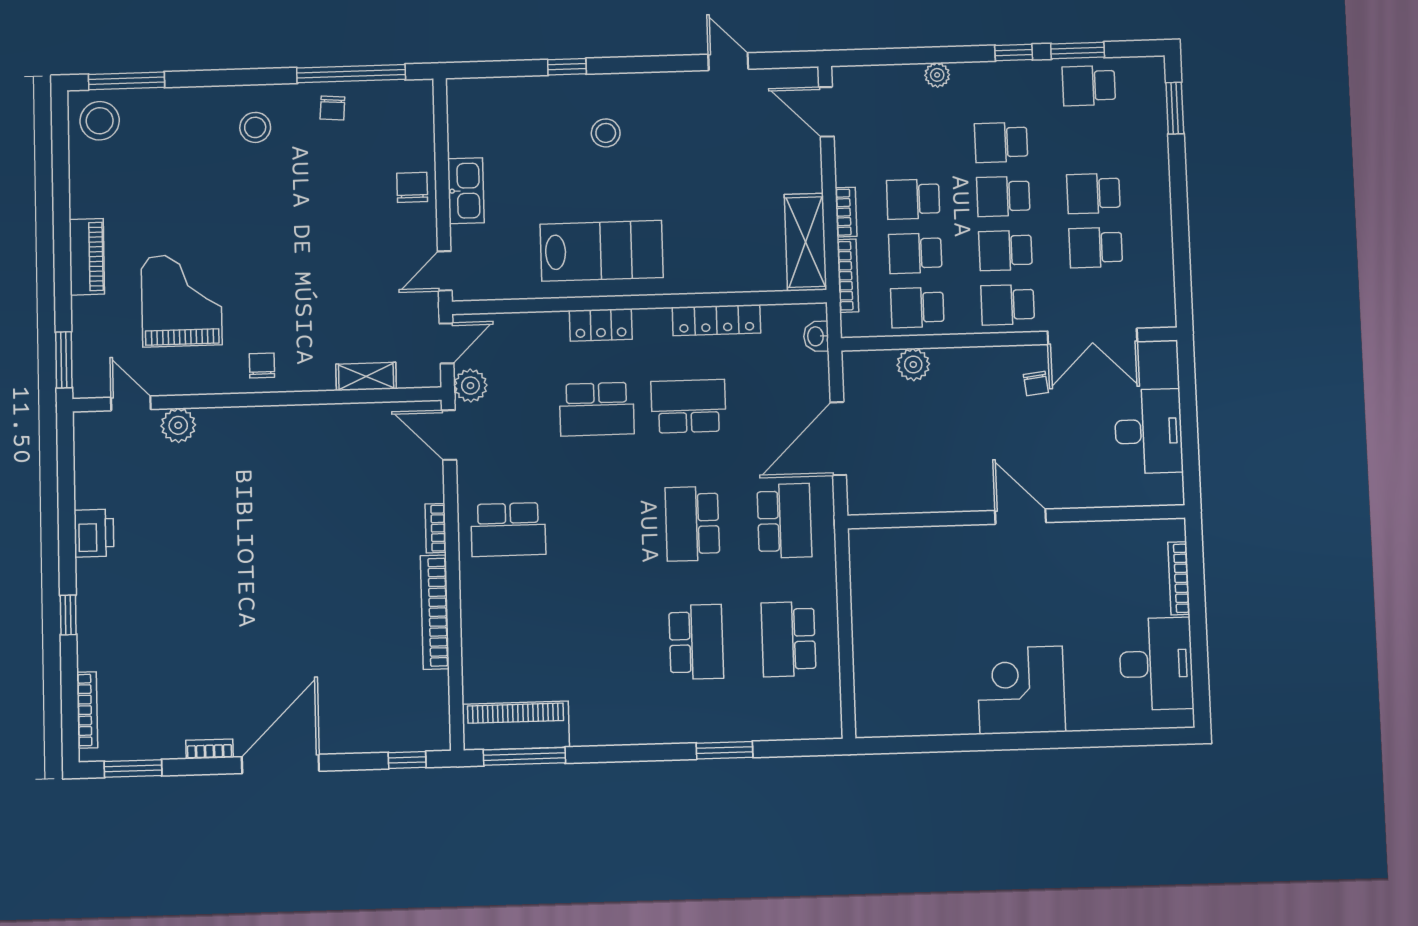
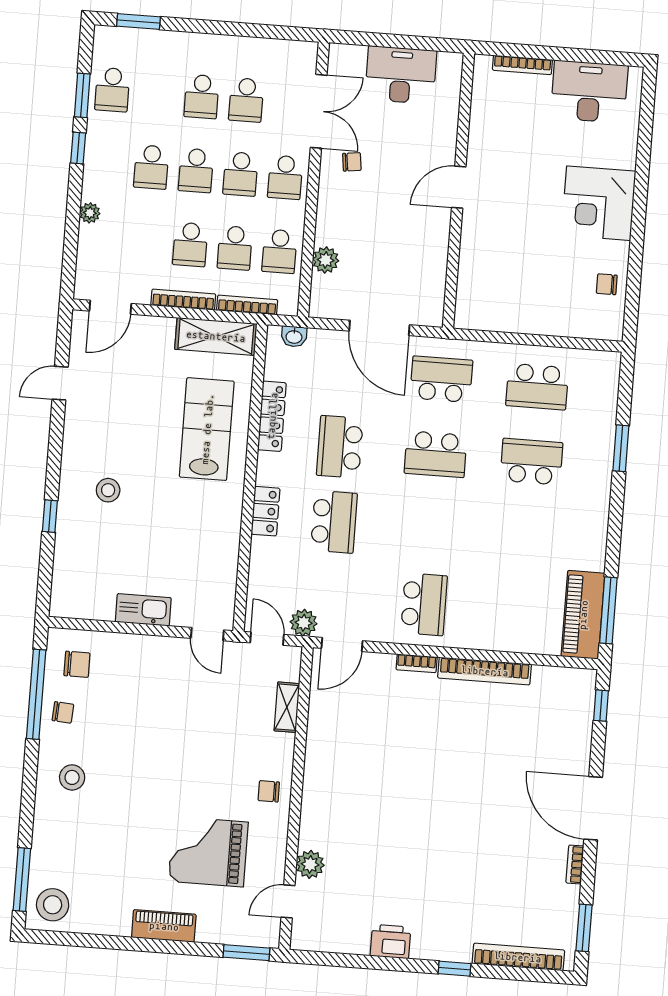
chair: (412, 187) -> (77, 664), moved, turned 180
bookcase: (846, 212) -> (183, 300), width x1.56
lab bench: (602, 251) -> (207, 429), moved
bookcase: (87, 710) -> (518, 957), width x1.48, depth x1.31
chair: (923, 711) -> (607, 284), added

